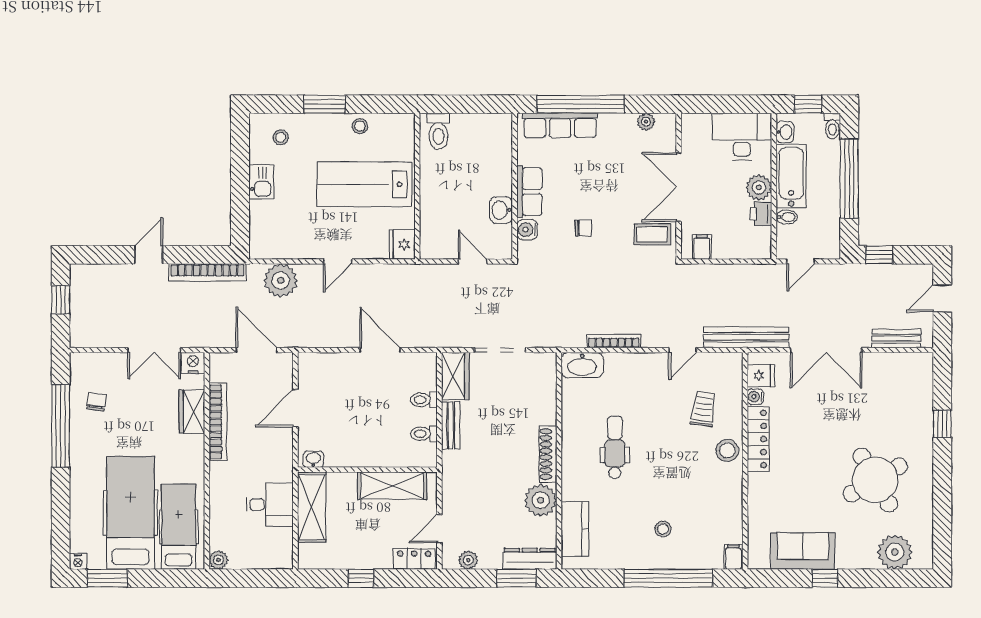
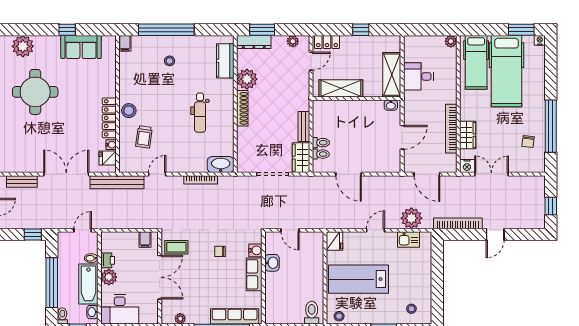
stool: (360, 126) -> (339, 316), moved
kitchen sink: (261, 182) -> (408, 239), moved, turned -90
lab bench: (365, 184) -> (358, 279), turned 180
toilet: (424, 434) -> (321, 154), moved
round table: (875, 480) -> (35, 92), turned 30

